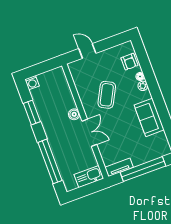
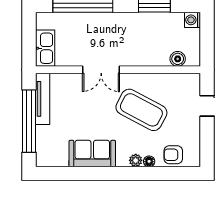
coffee table: (107, 95) -> (141, 110), width x1.36, depth x1.32
boiler: (74, 114) -> (178, 59), moved
tv unit: (119, 167) -> (43, 99), width x1.41

